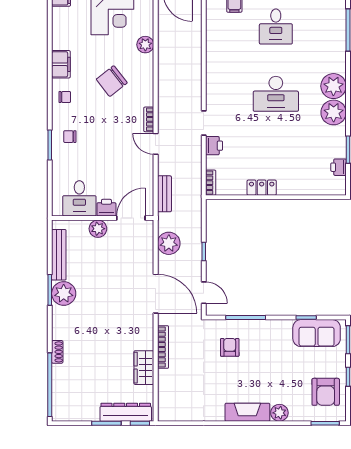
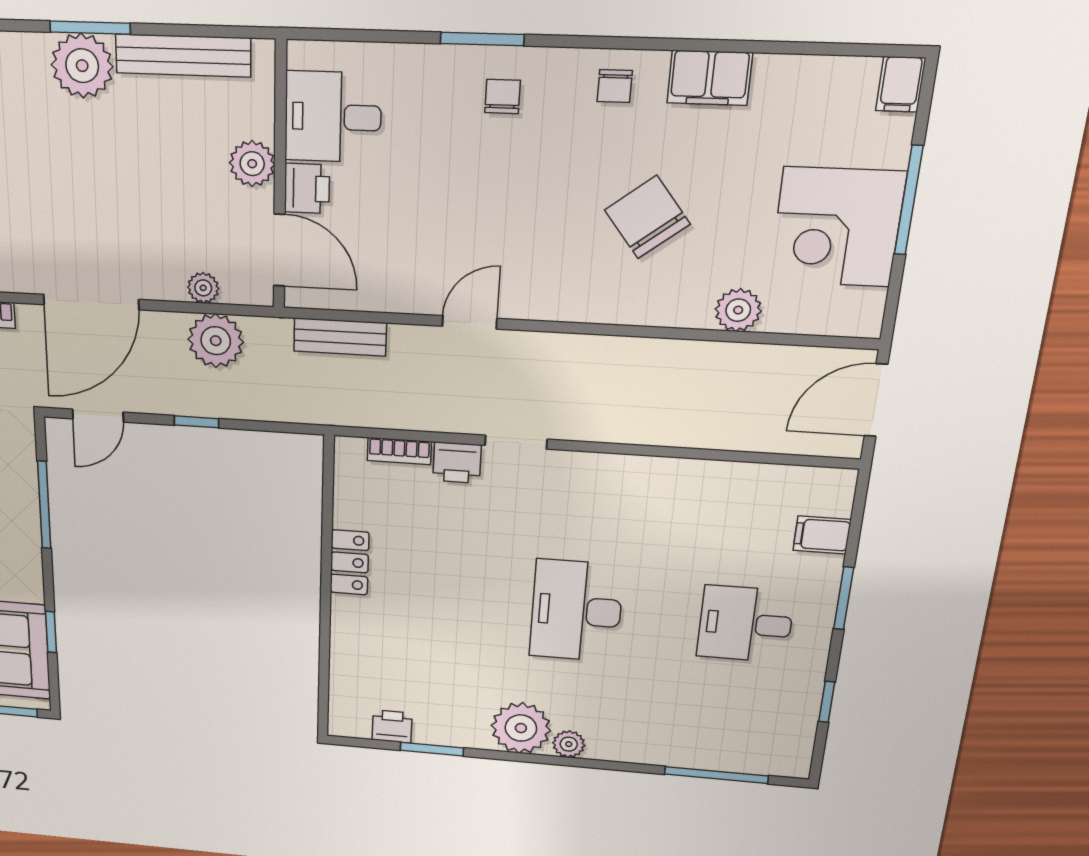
plant: (333, 86) -> (569, 744), width x0.53, depth x0.53
bookcase: (149, 119) -> (535, 308), removed
bookcase: (211, 183) -> (399, 451), moved
plant: (147, 248) -> (203, 288), added

